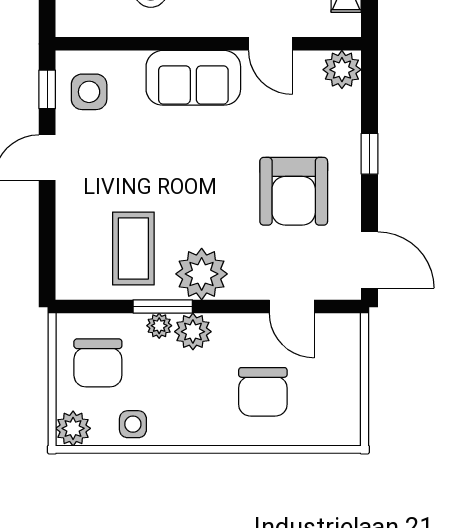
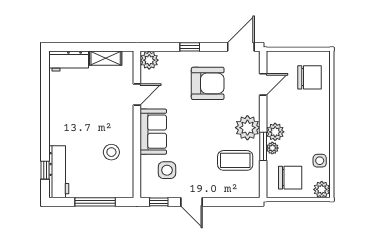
side table: (89, 92) -> (167, 170), moved
chair: (263, 392) -> (310, 77), moved

